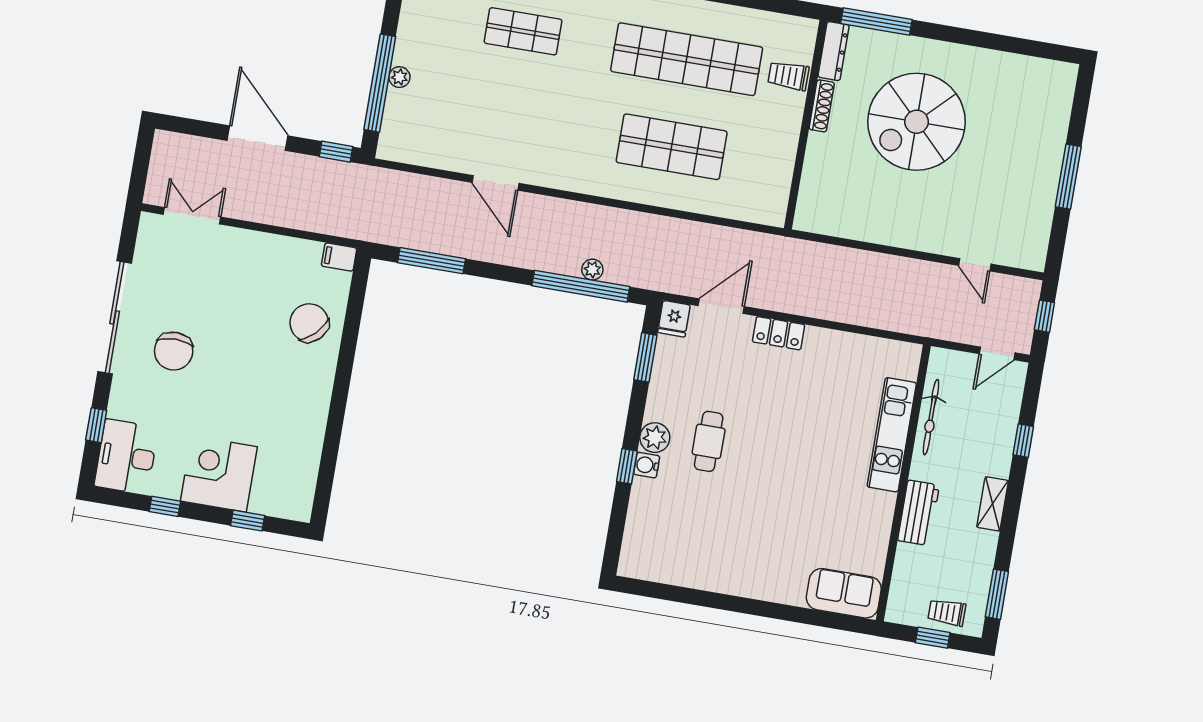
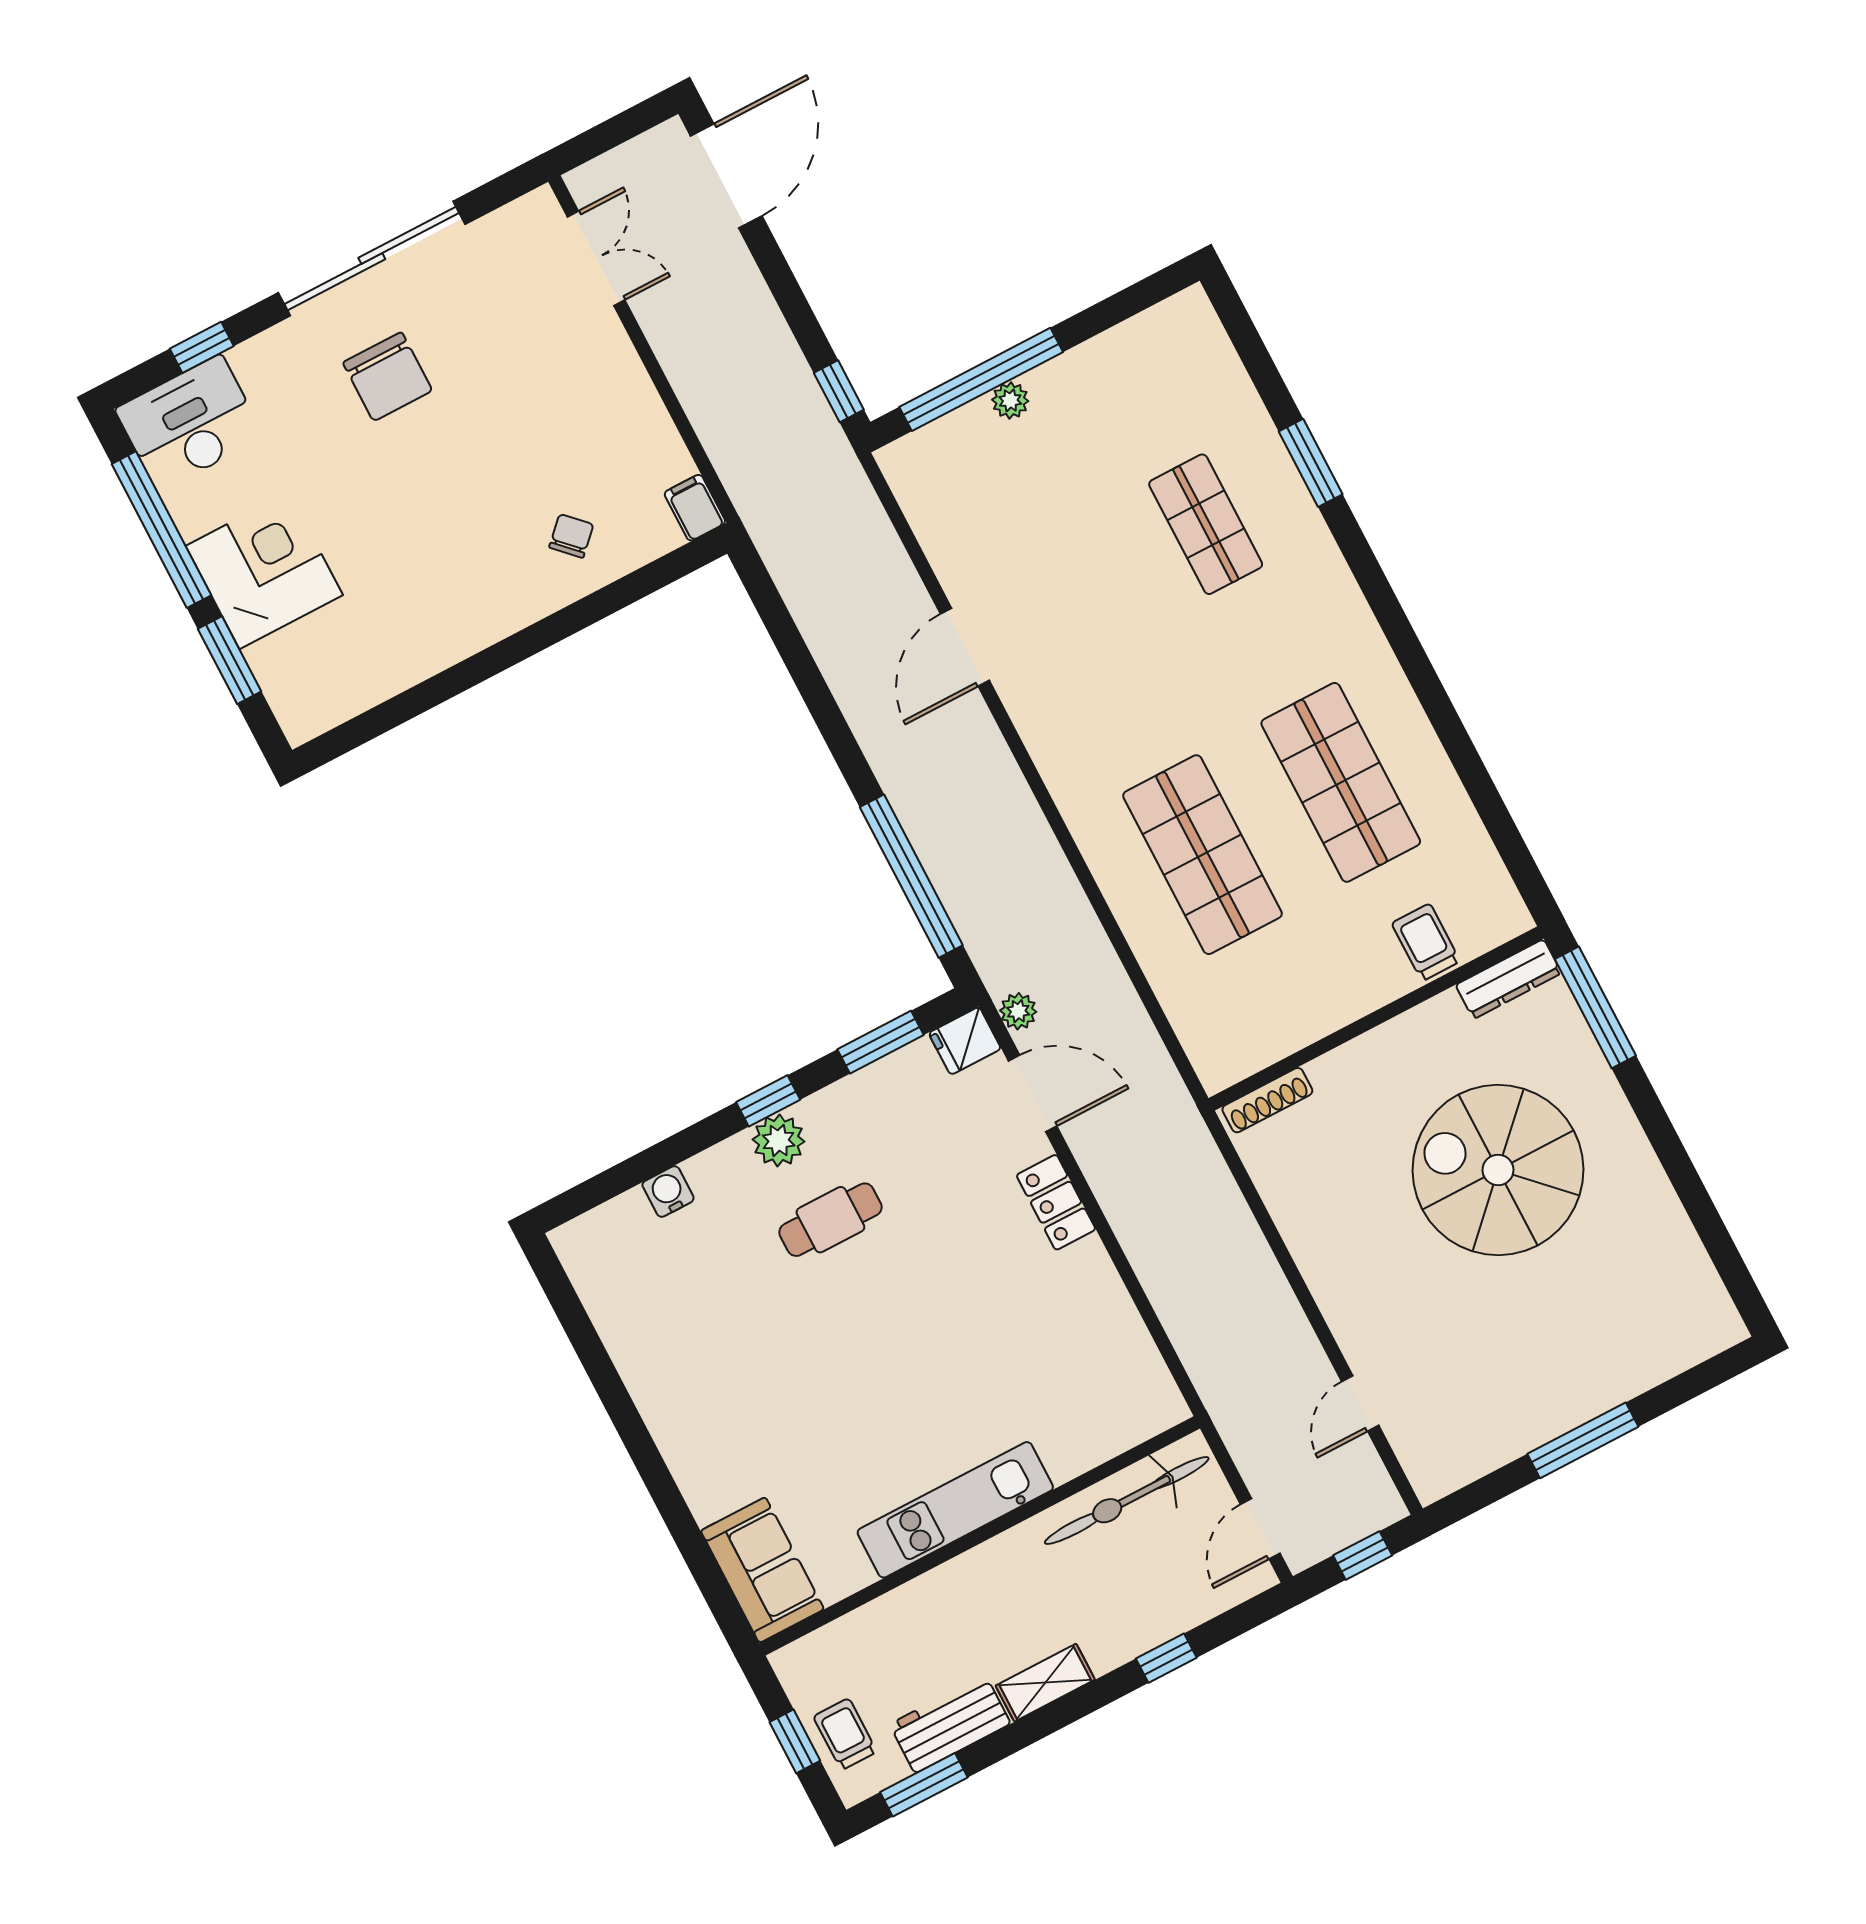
shop shelf: (687, 59) -> (1341, 782), width x0.71
shoe rack: (822, 106) -> (1267, 1100), moved
door: (258, 138) -> (726, 176), moved
window: (432, 261) -> (788, 641), removed
plant: (592, 270) -> (1018, 1011), moved
chair: (309, 323) -> (571, 536), width x0.54, depth x0.54
chair: (174, 351) -> (388, 377), turned -90
door: (997, 353) -> (1260, 1529), hinge flipped
bicycle: (931, 417) -> (1127, 1500), width x1.37, depth x1.40
kitchen unit: (892, 435) -> (955, 1510), moved
water cooler: (647, 465) -> (668, 1192), moved
window: (627, 466) -> (768, 1101), moved
window: (165, 506) -> (161, 530), width x3.17
workbench: (918, 513) -> (950, 1724), moved, turned 180
window: (248, 521) -> (230, 660), width x1.50

